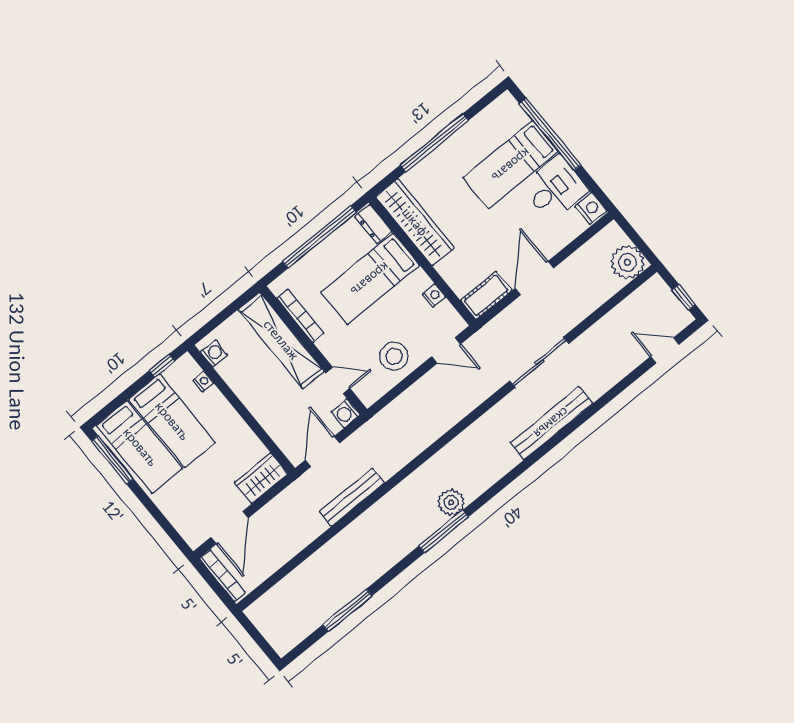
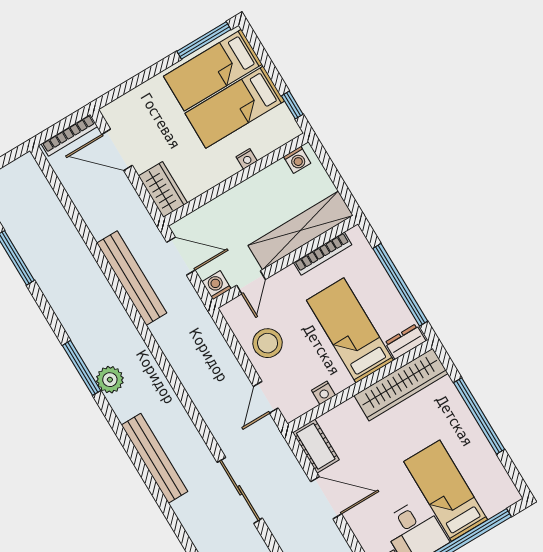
nightstand: (203, 382) -> (247, 159), moved
bench: (551, 423) -> (155, 458), moved
bench: (352, 497) -> (132, 278), width x1.37, depth x1.21

